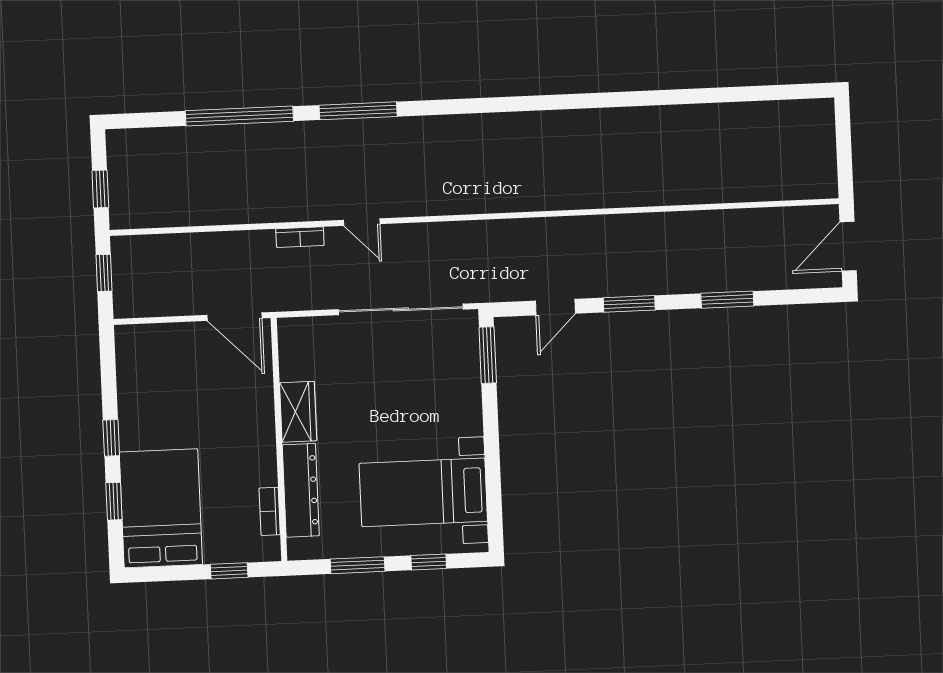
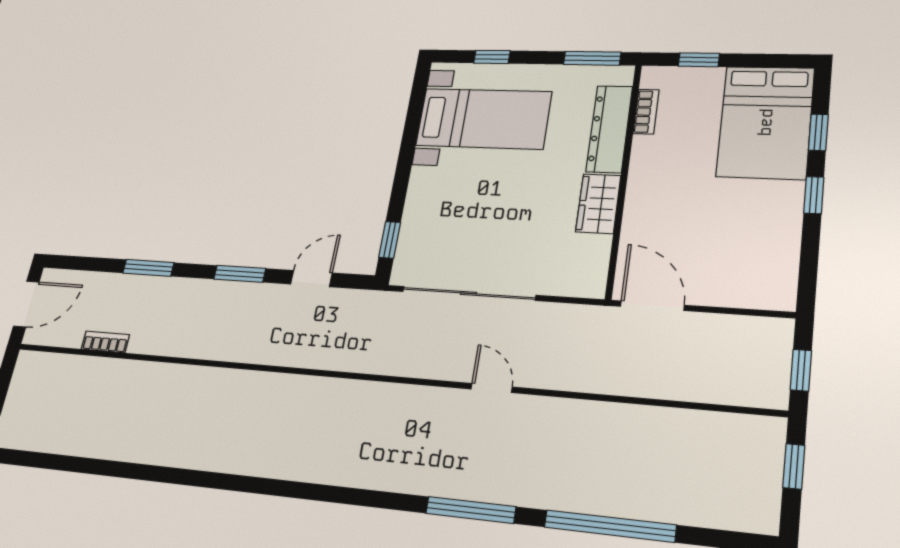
bookcase: (300, 237) -> (105, 342), moved
window: (488, 355) -> (390, 240), width x0.67
window: (358, 565) -> (592, 58), moved

